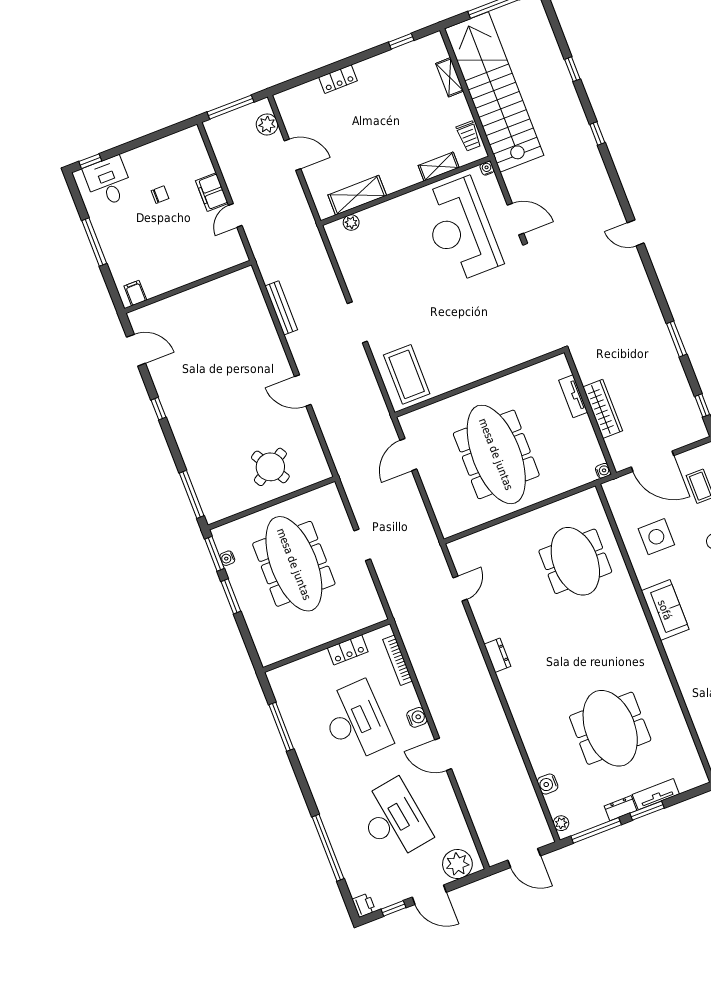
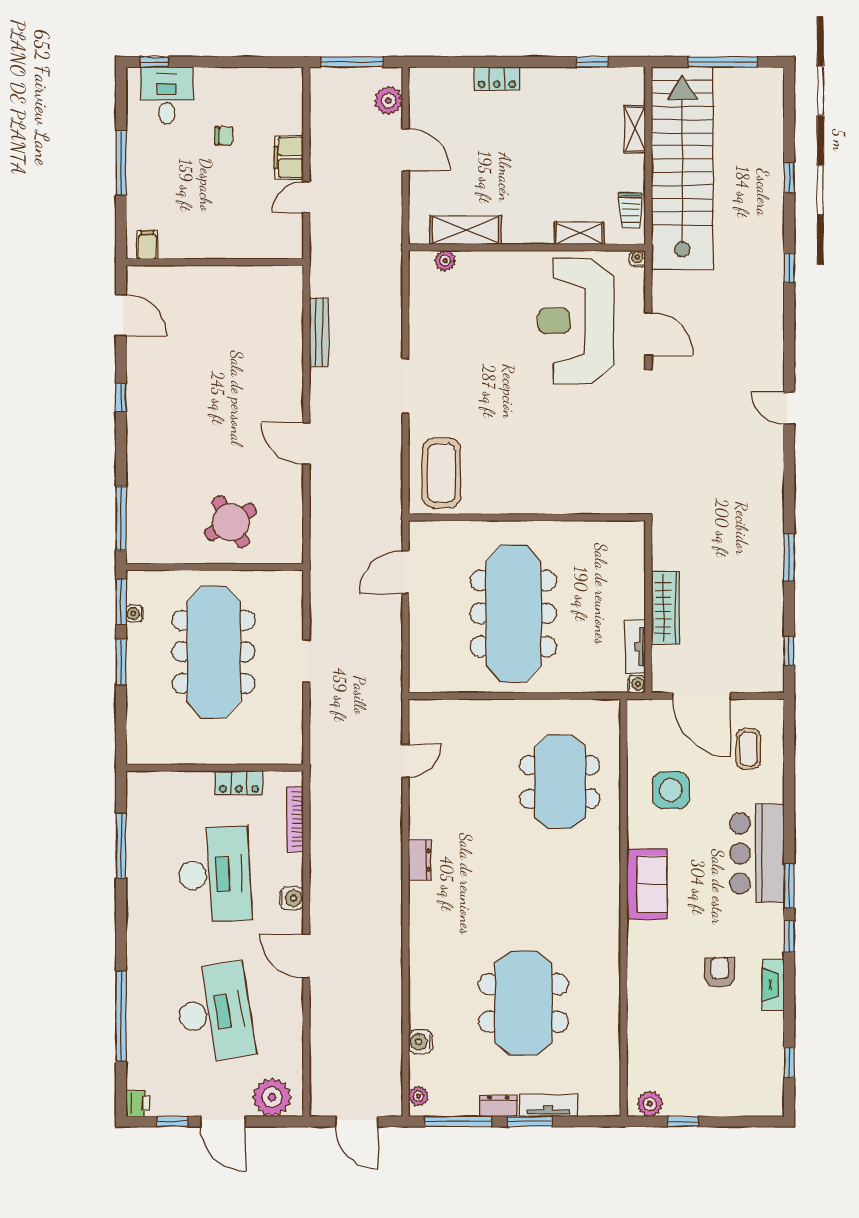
tv unit: (573, 396) -> (635, 647), moved

